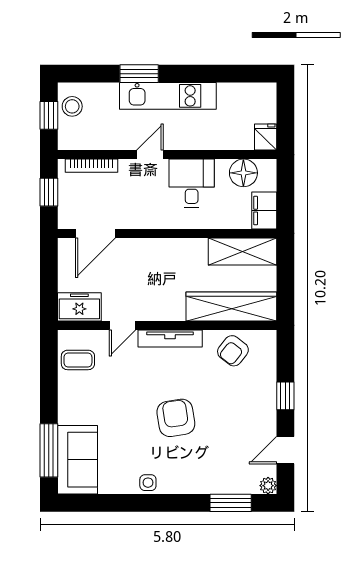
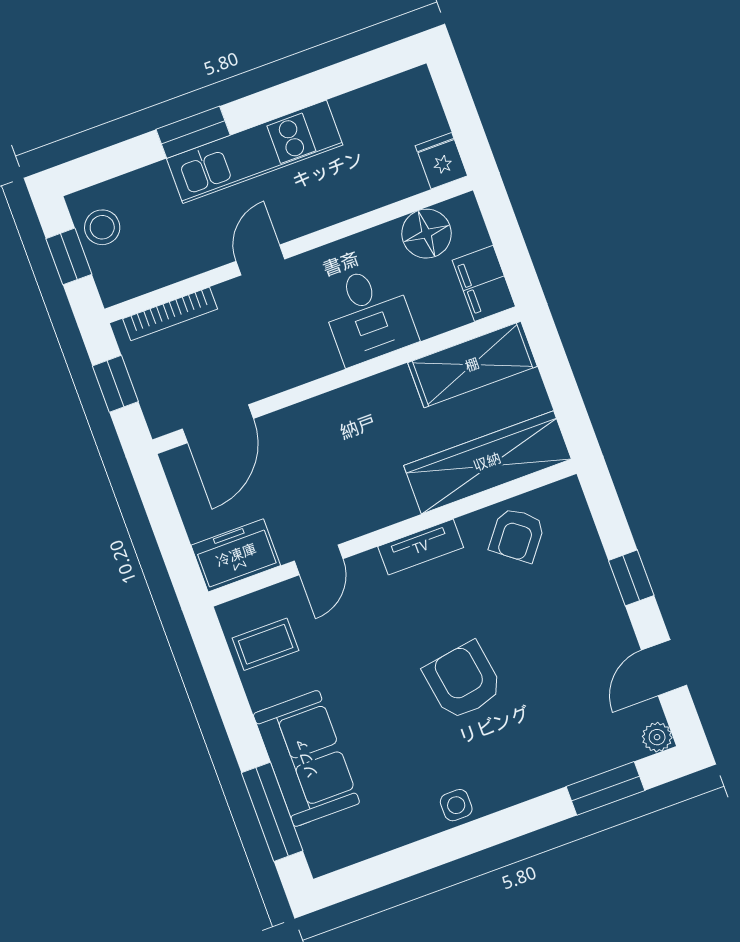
desk: (192, 183) -> (368, 315), moved, turned 180
tv unit: (170, 338) -> (421, 547), width x0.71
sofa: (77, 460) -> (306, 758), moved

